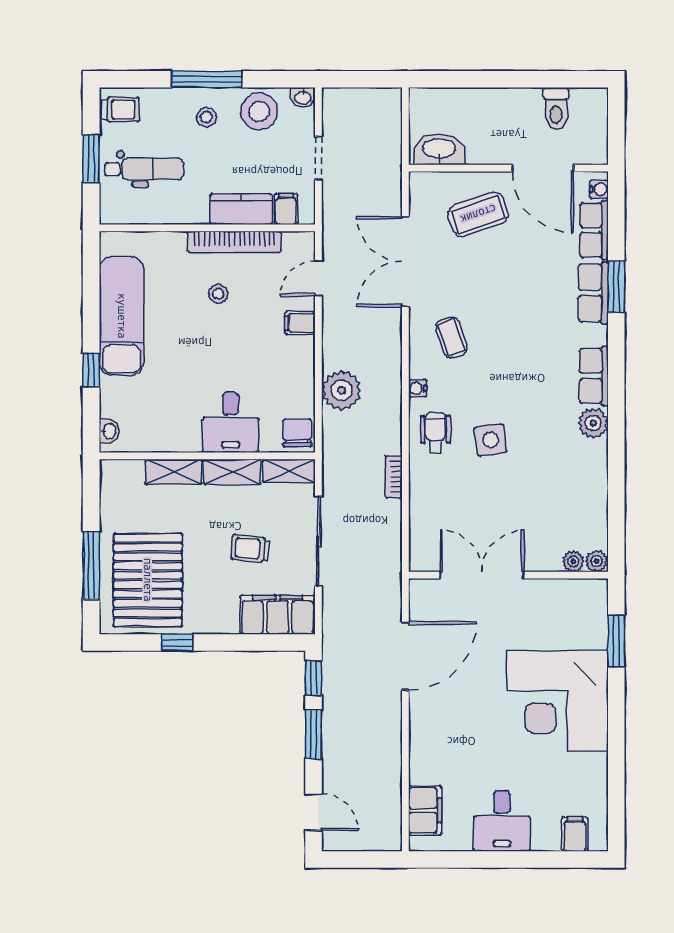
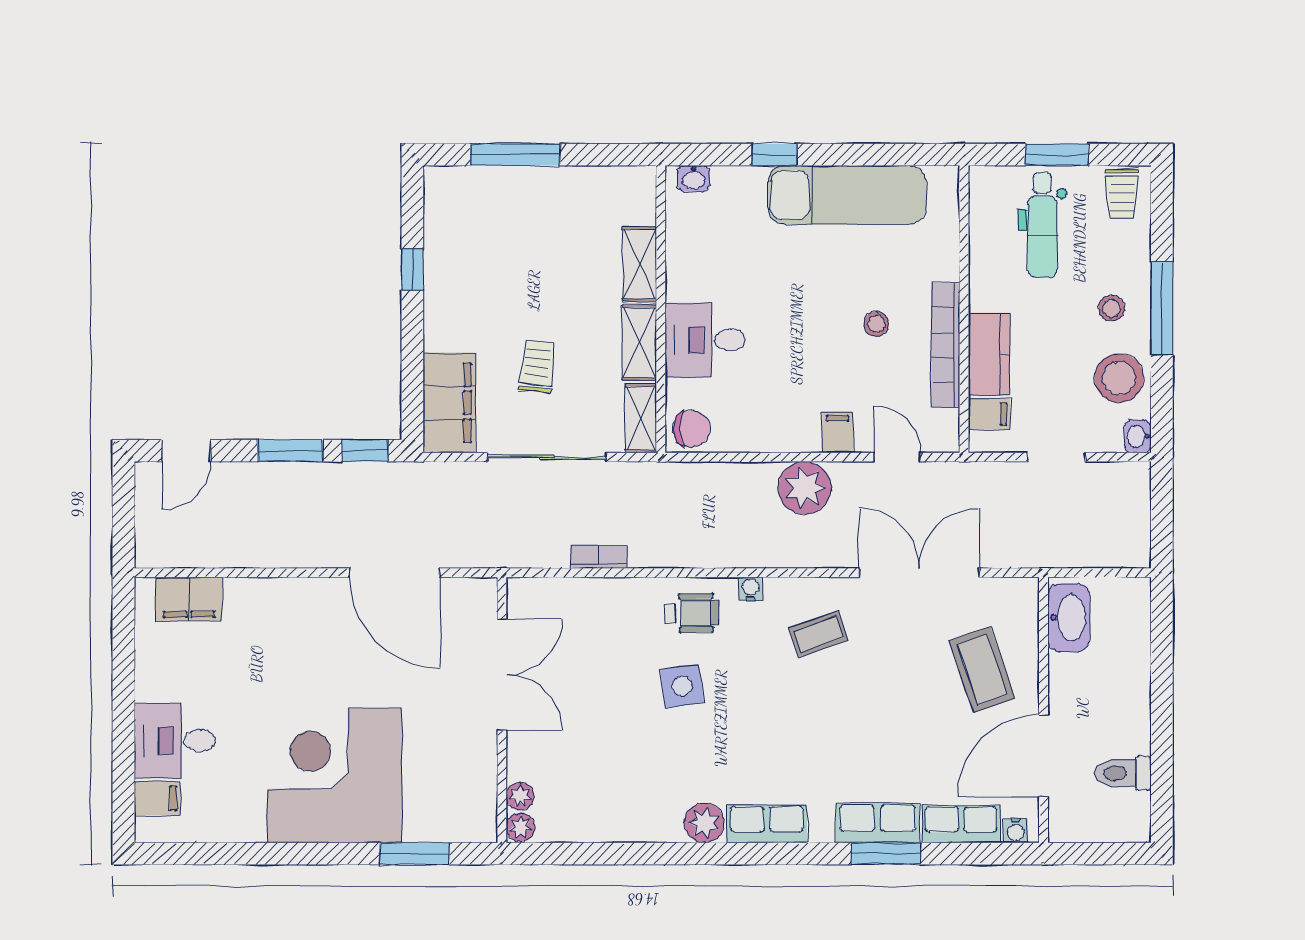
plant: (342, 390) -> (805, 488), moved
bookcase: (394, 477) -> (599, 557), moved
pallet: (148, 580) -> (495, 230), removed
desk: (502, 821) -> (175, 741), moved

